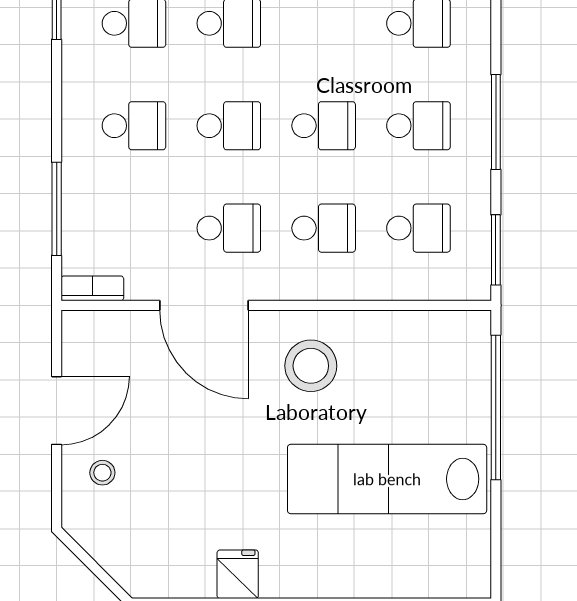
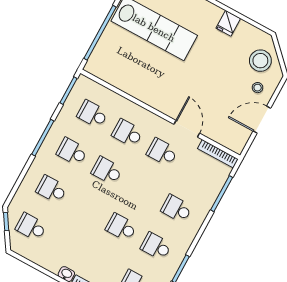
school desk: (229, 126) -> (142, 190), removed
bookcase: (92, 288) -> (218, 154), width x1.56
door: (204, 305) -> (187, 129), width x0.73
stool: (311, 366) -> (260, 61), moved

